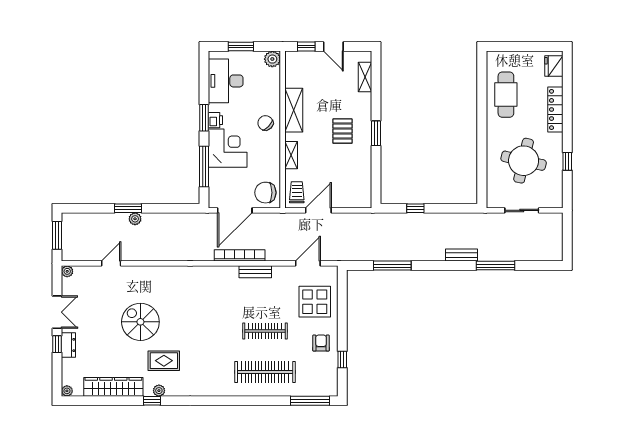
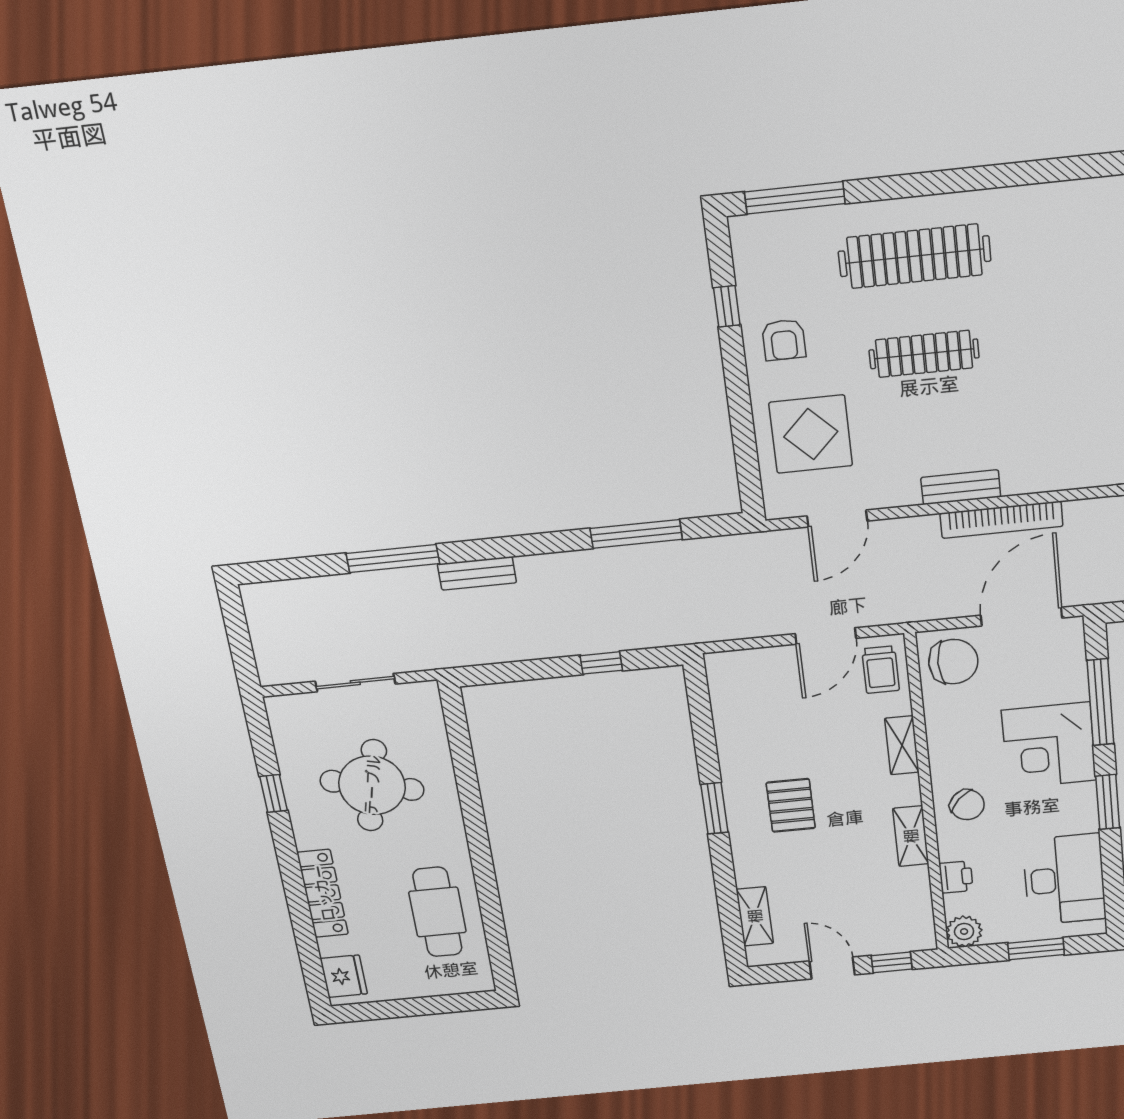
shelving: (294, 110) -> (911, 836), width x0.67, depth x0.75
printer: (215, 120) -> (956, 877), moved, turned 180

